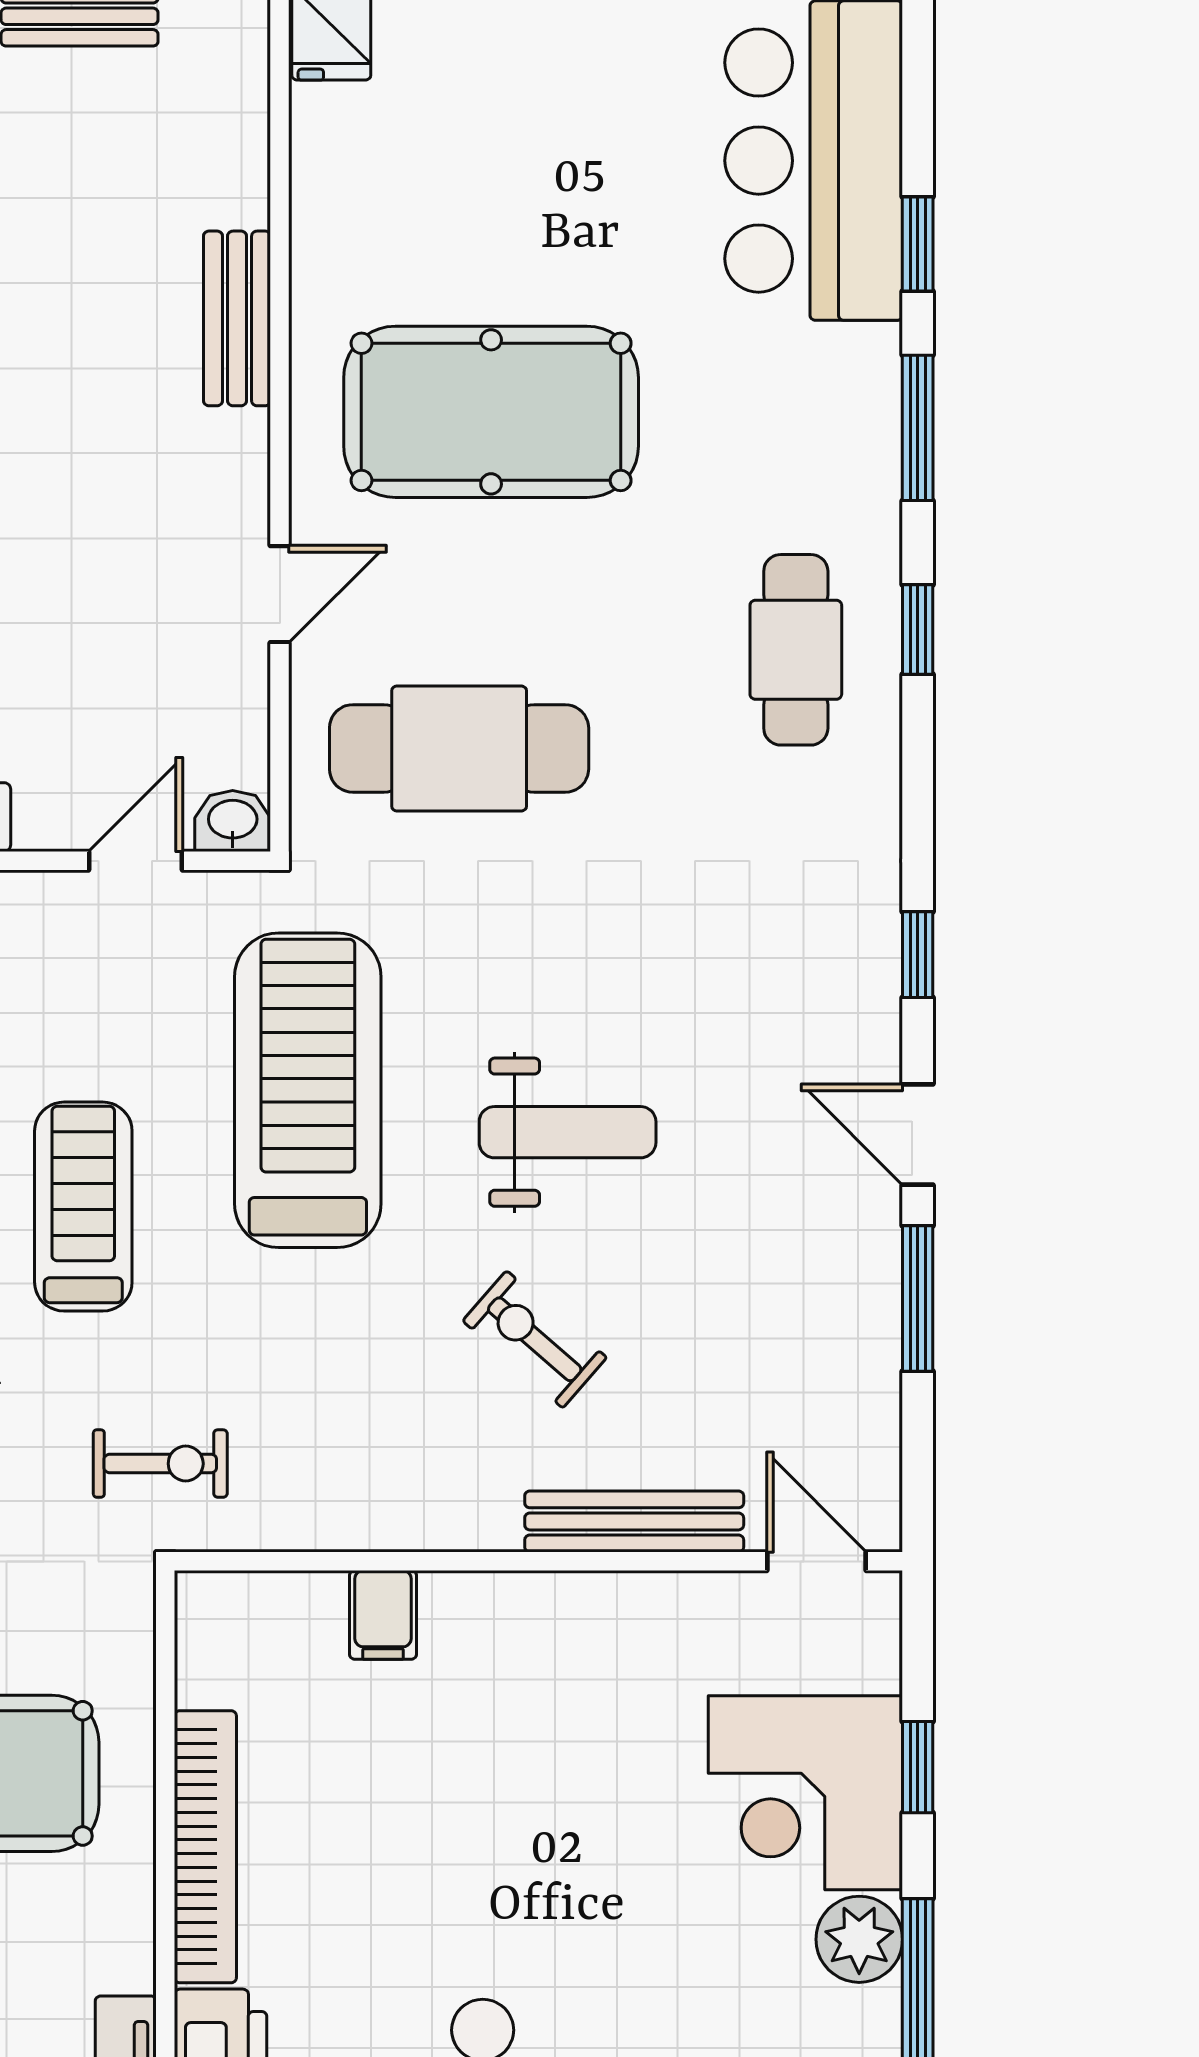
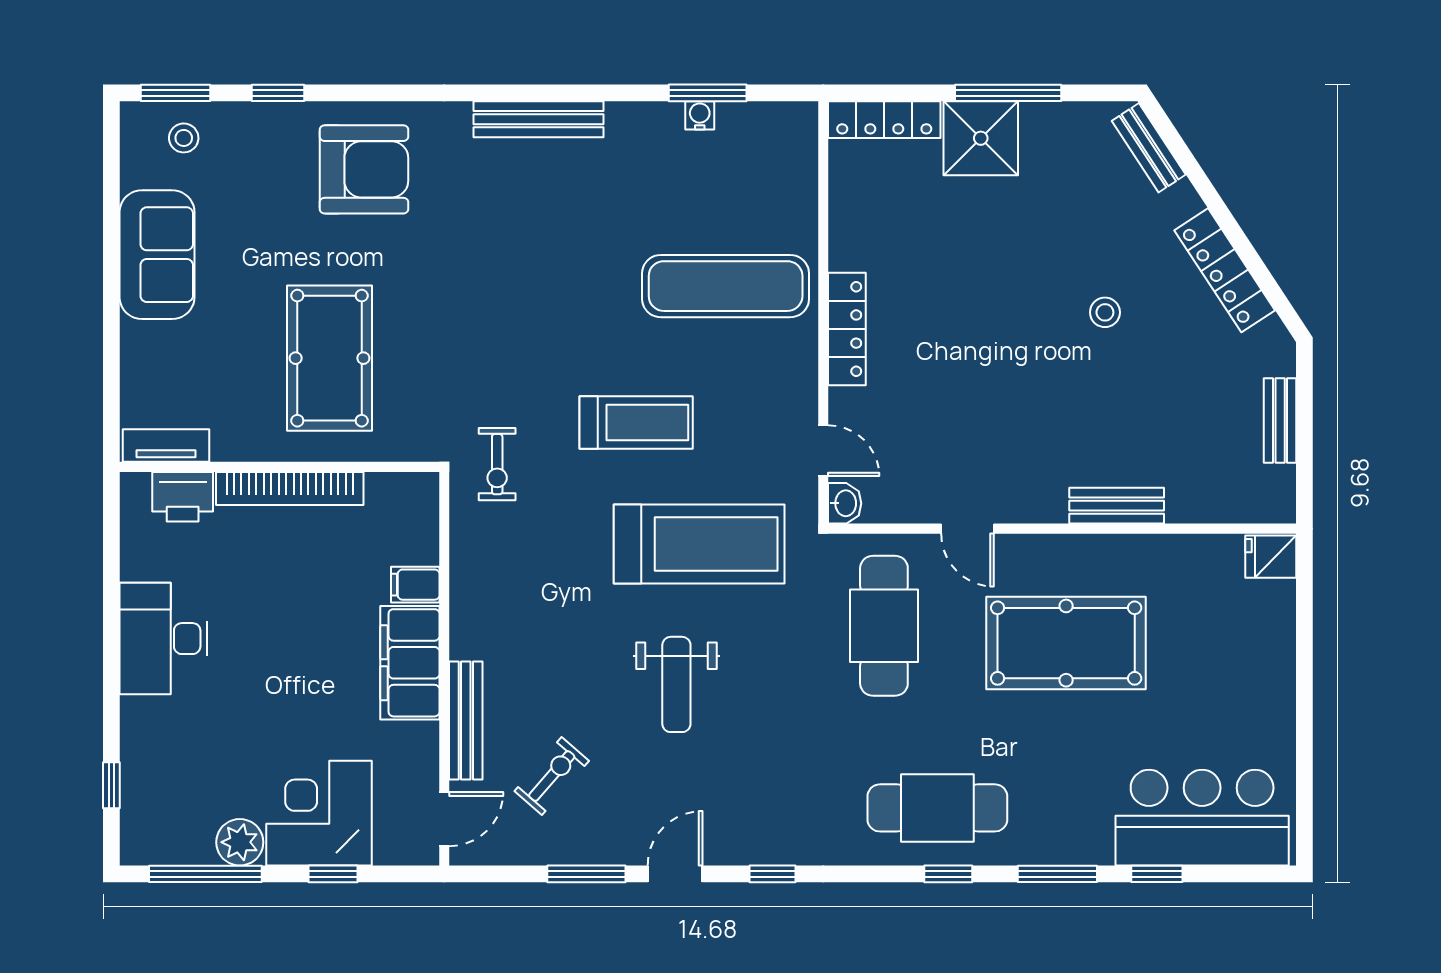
pool table: (491, 412) -> (1066, 643), turned 90
cafe table: (796, 650) -> (937, 808), width x1.37, depth x1.35
exercise bike: (535, 1339) -> (552, 776), moved
filing cabinet: (527, 1625) -> (410, 663), added

